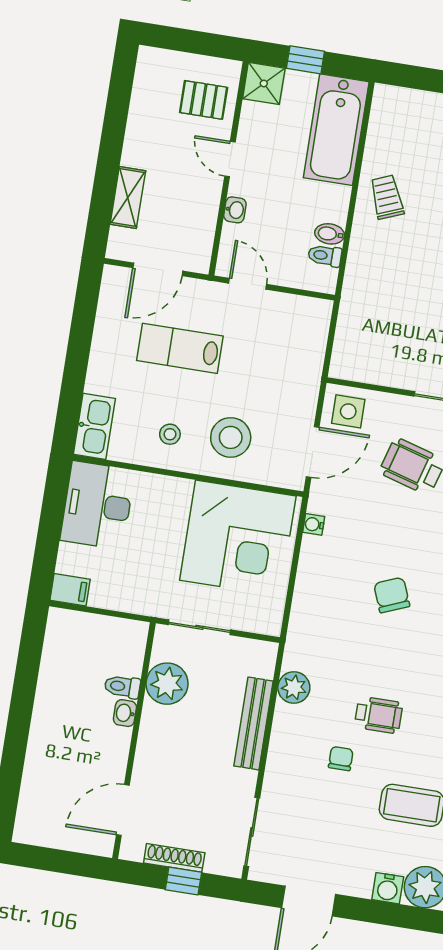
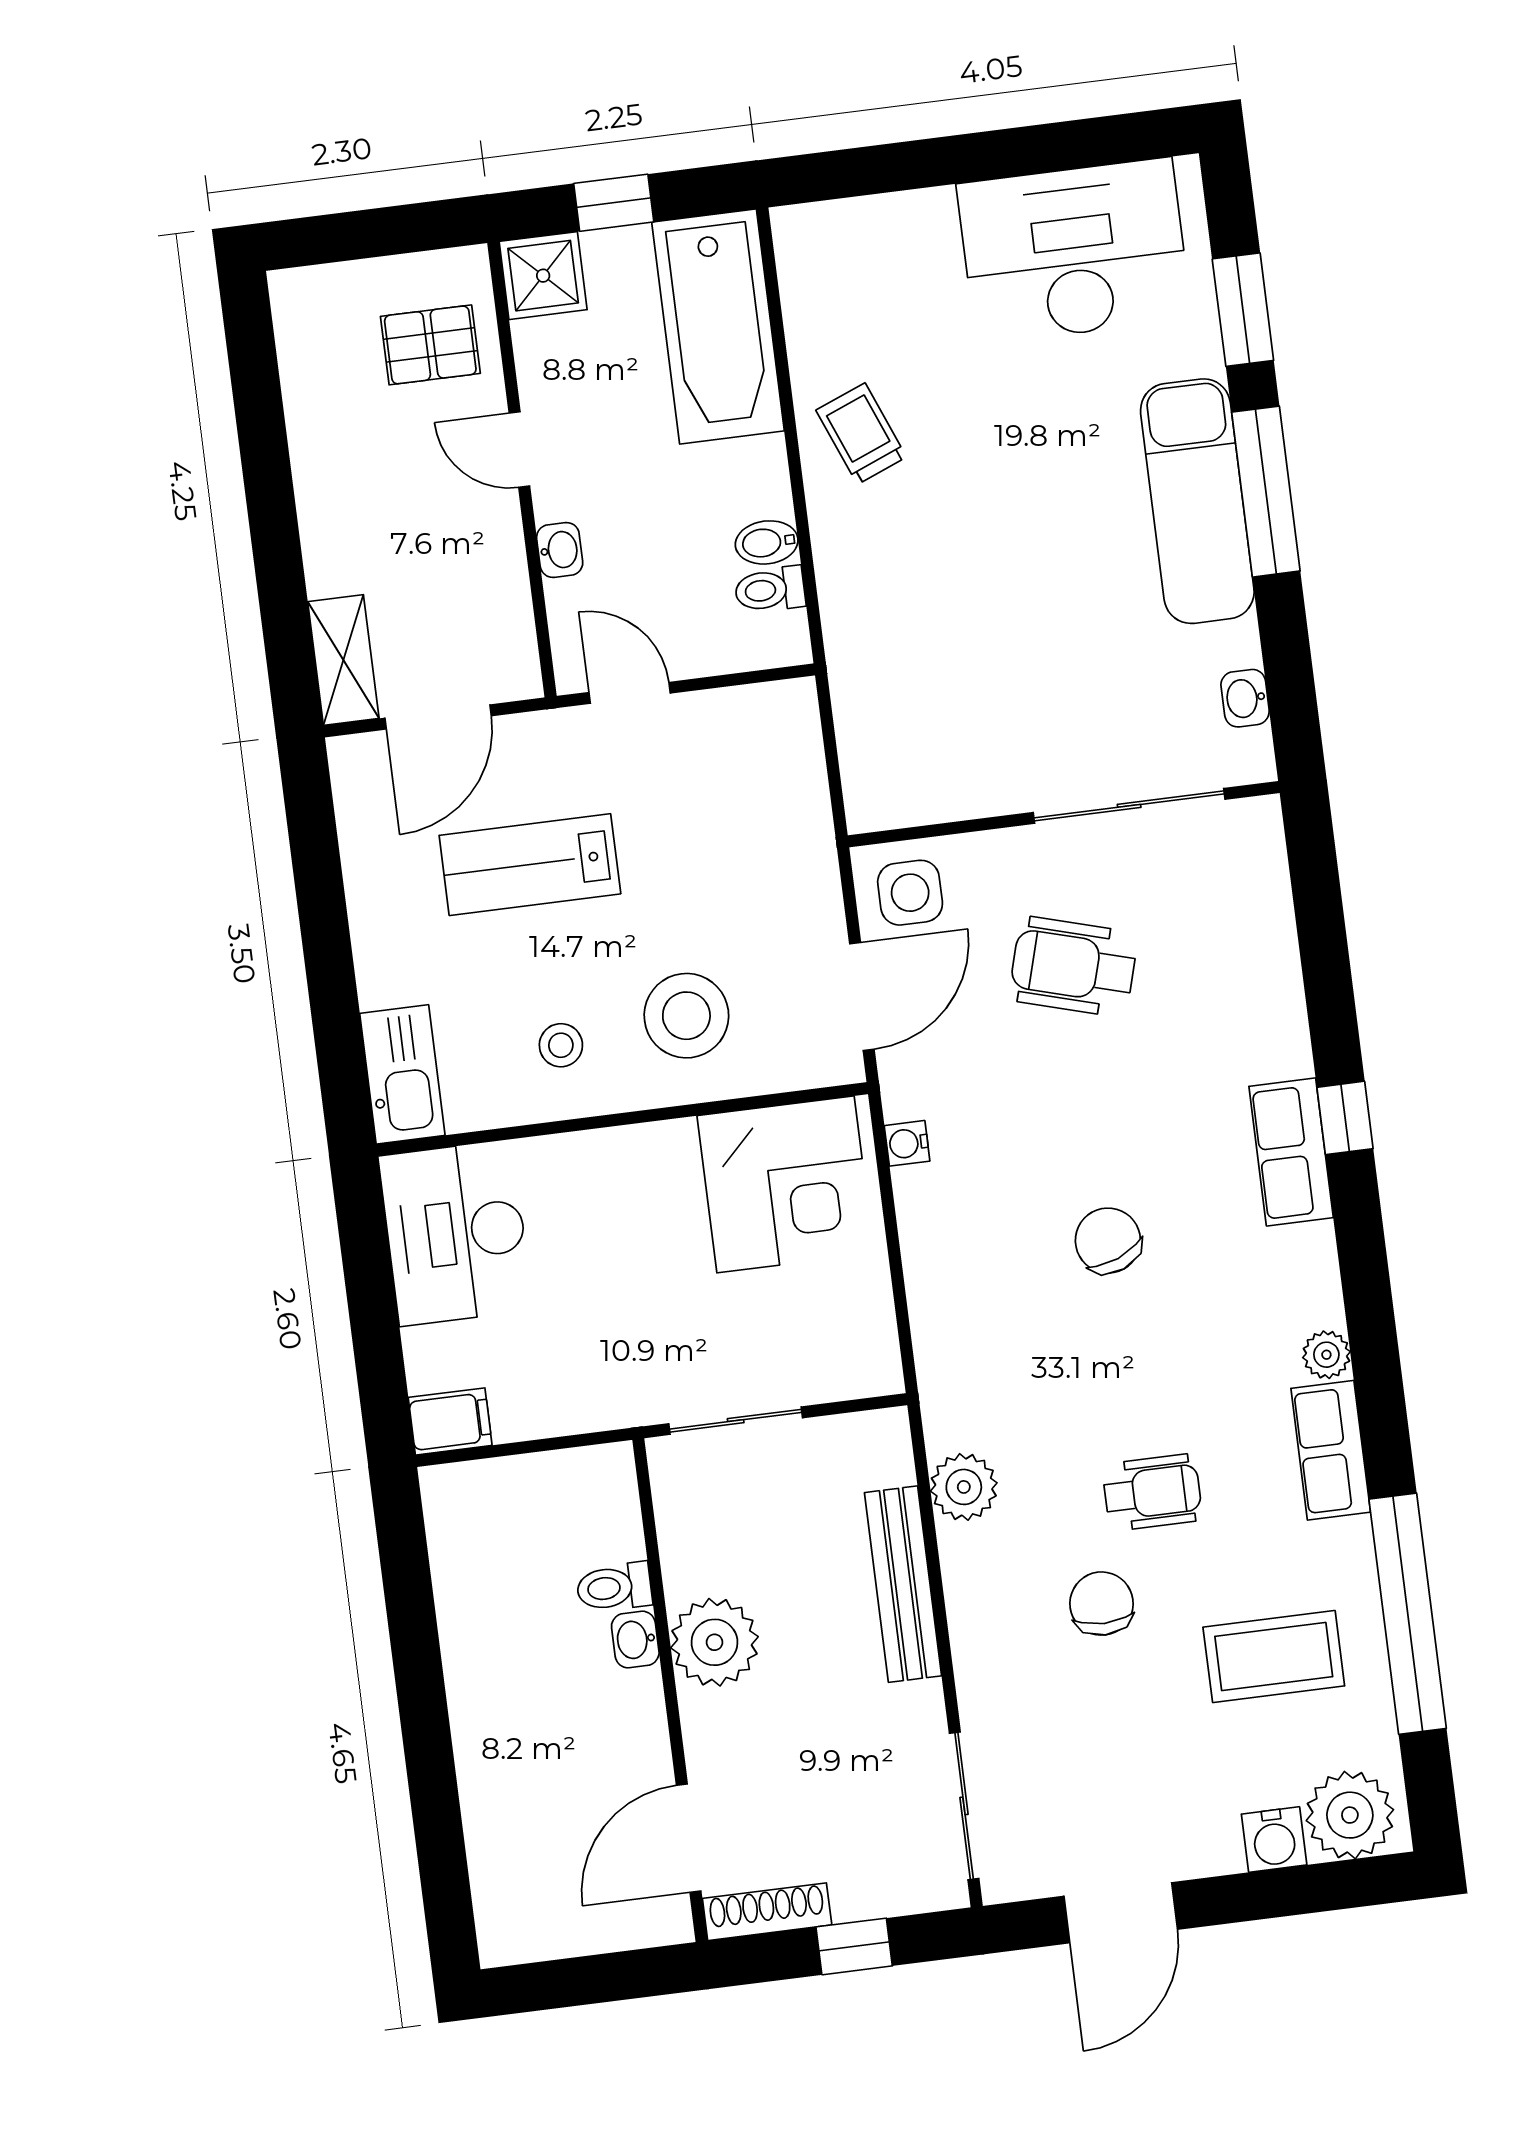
shelving: (128, 198) -> (343, 660), moved
corner desk: (238, 538) -> (785, 1184), width x0.74, depth x0.74
plant: (167, 684) -> (715, 1642), moved
chair: (341, 759) -> (1102, 1604), width x1.37, depth x1.37
shoe rack: (174, 858) -> (767, 1912), moved

